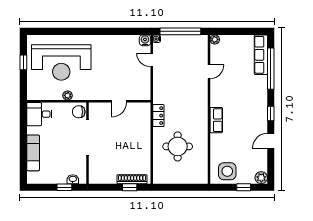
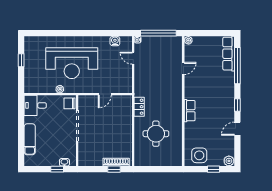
water cooler: (145, 40) -> (115, 41), moved
reception desk: (61, 63) -> (72, 63), moved

